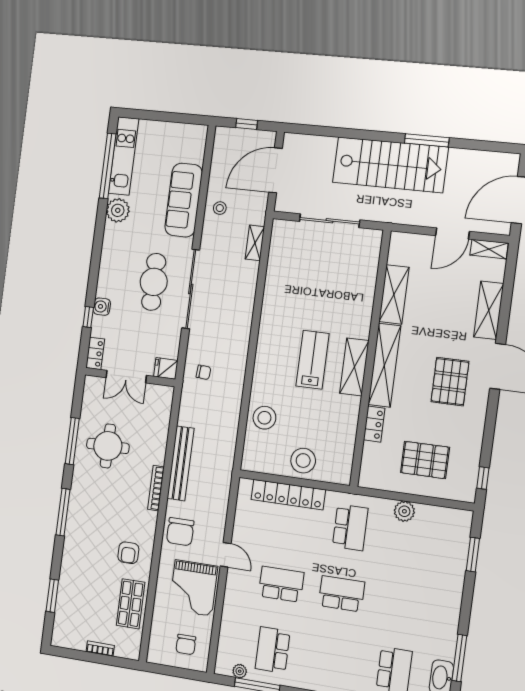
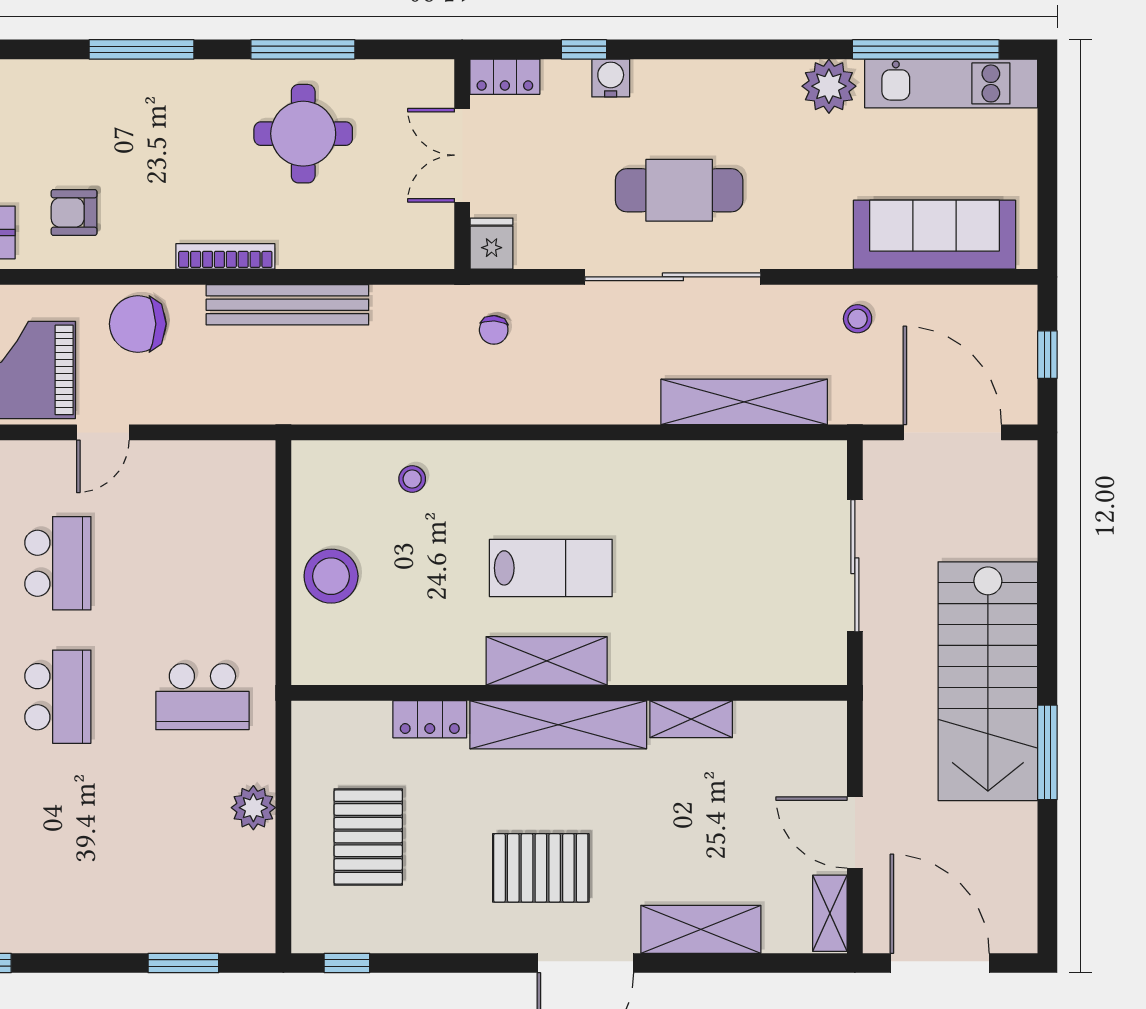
sofa: (184, 200) -> (935, 235), moved
shelving: (255, 243) -> (744, 402), width x2.20, depth x1.33
shelving: (394, 294) -> (691, 719), width x0.67, depth x0.75
stool: (264, 418) -> (412, 479), width x0.53, depth x0.53
locker: (288, 495) -> (253, 553), removed

